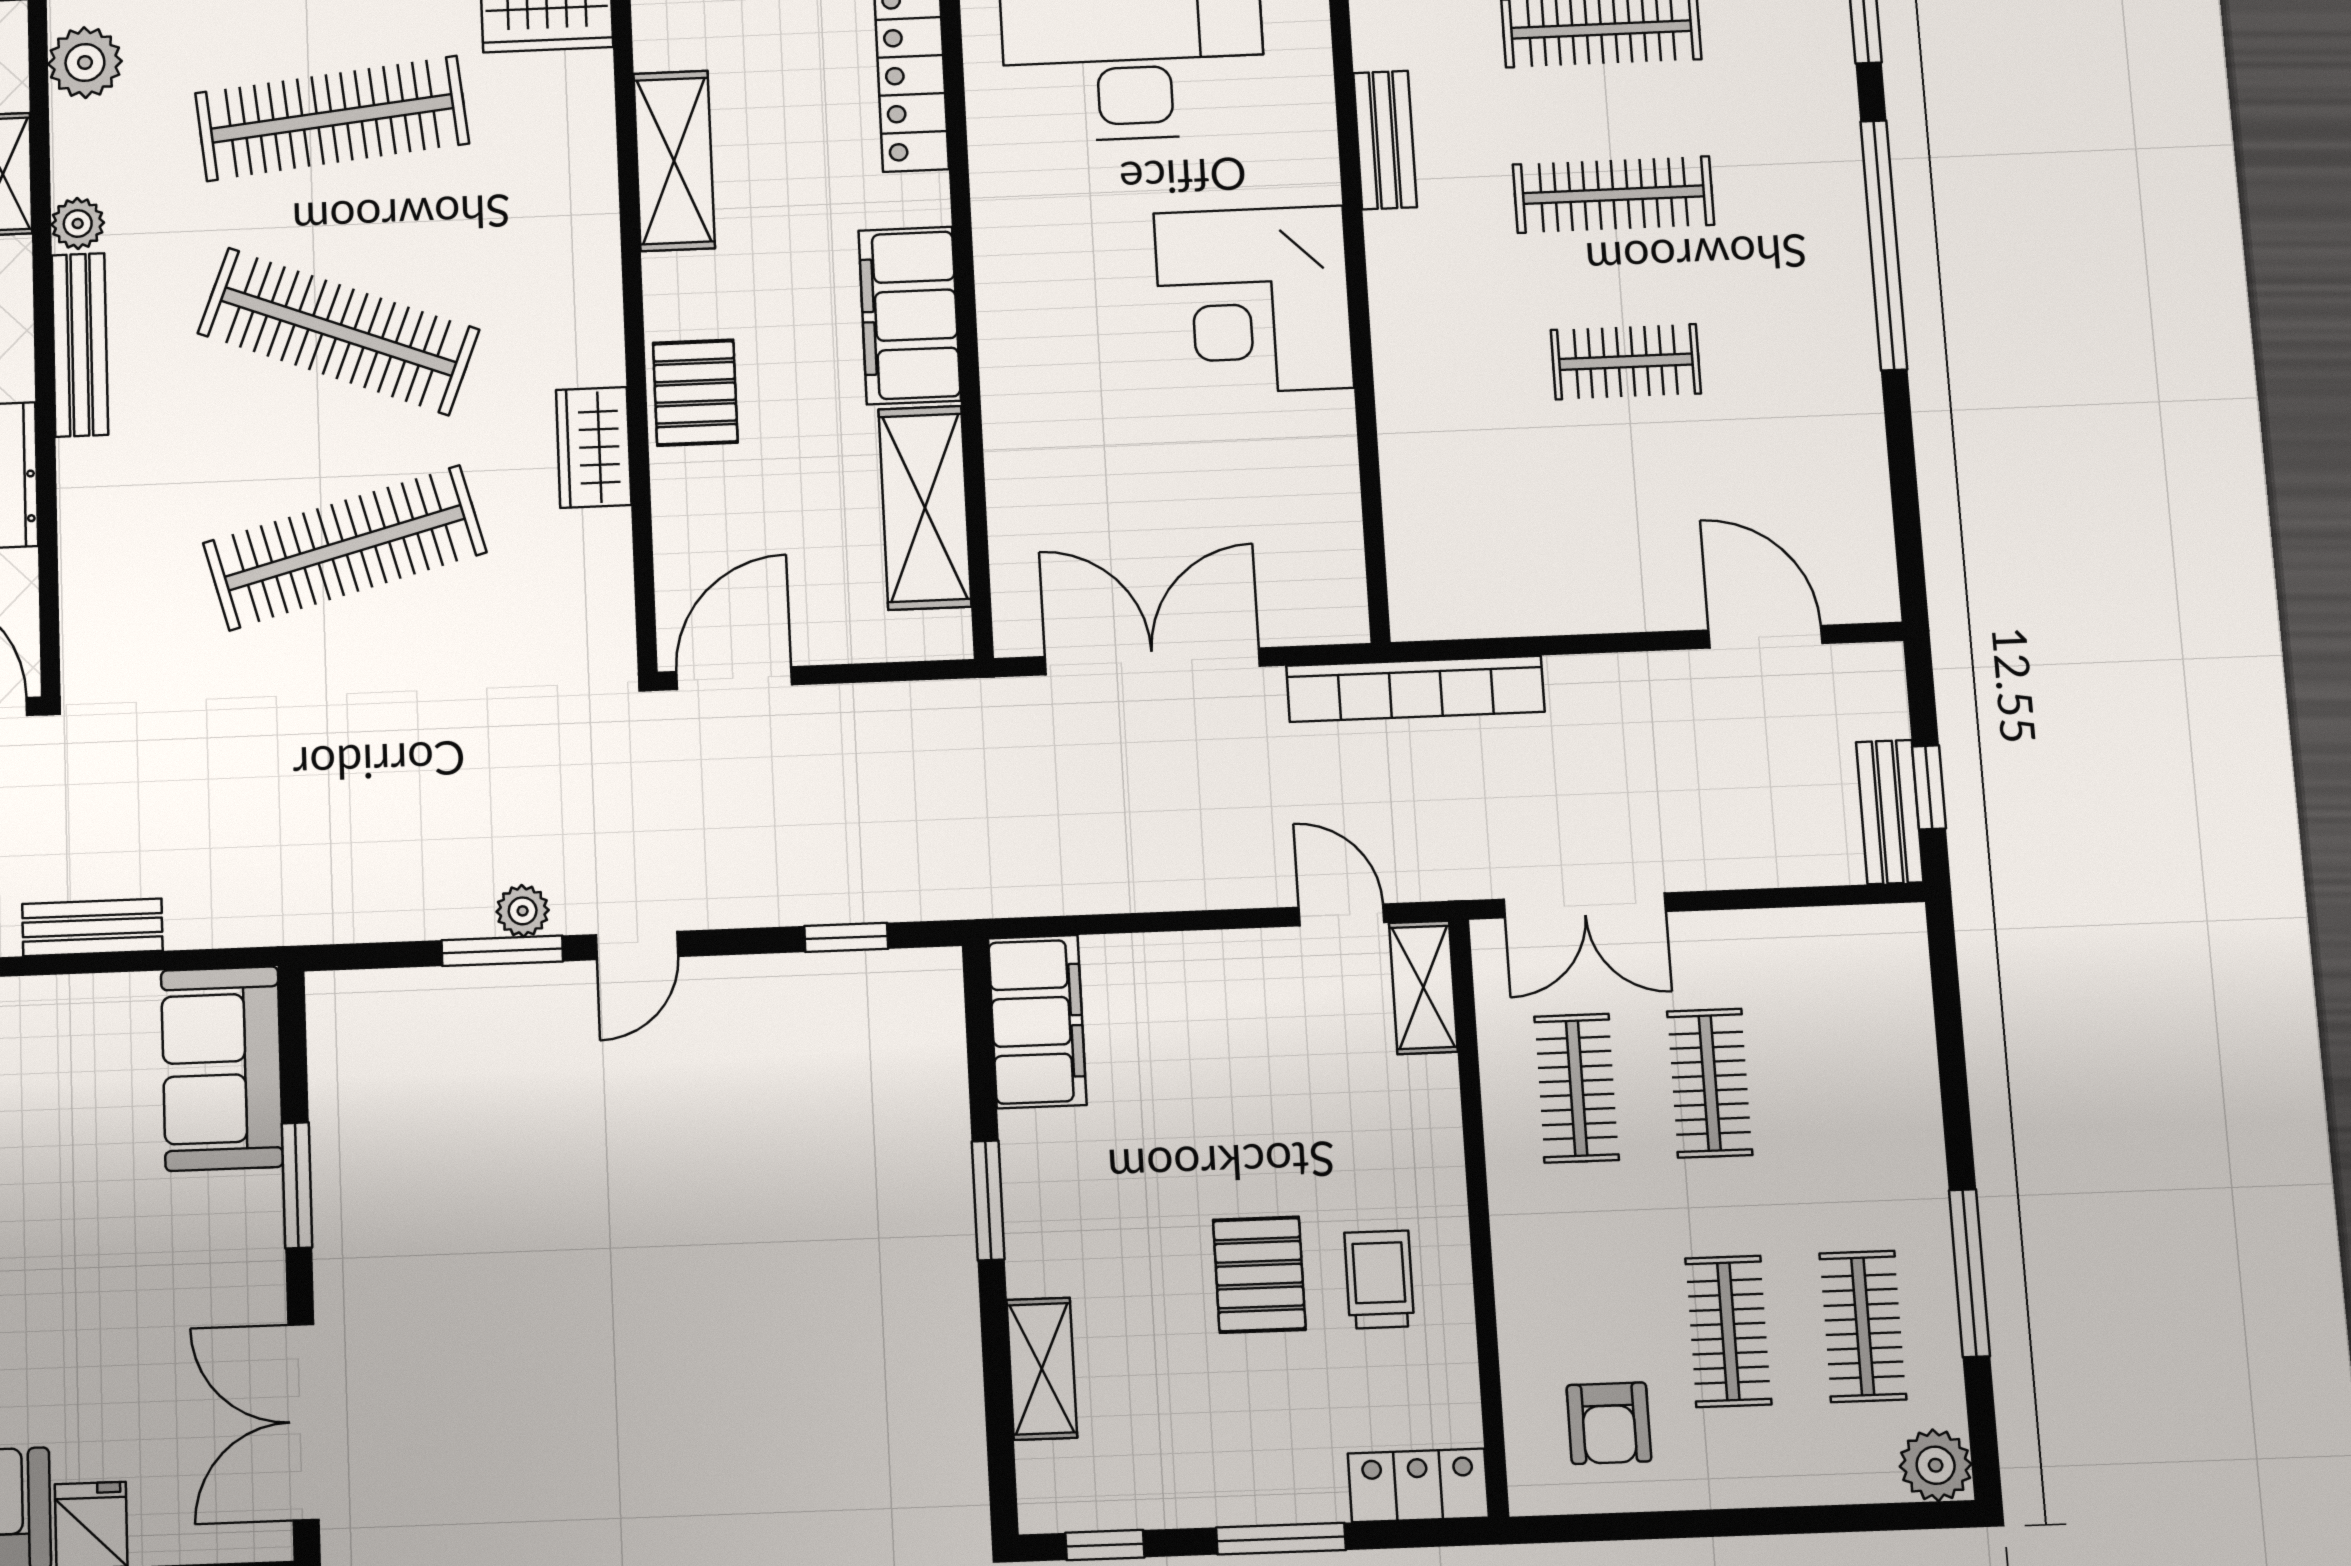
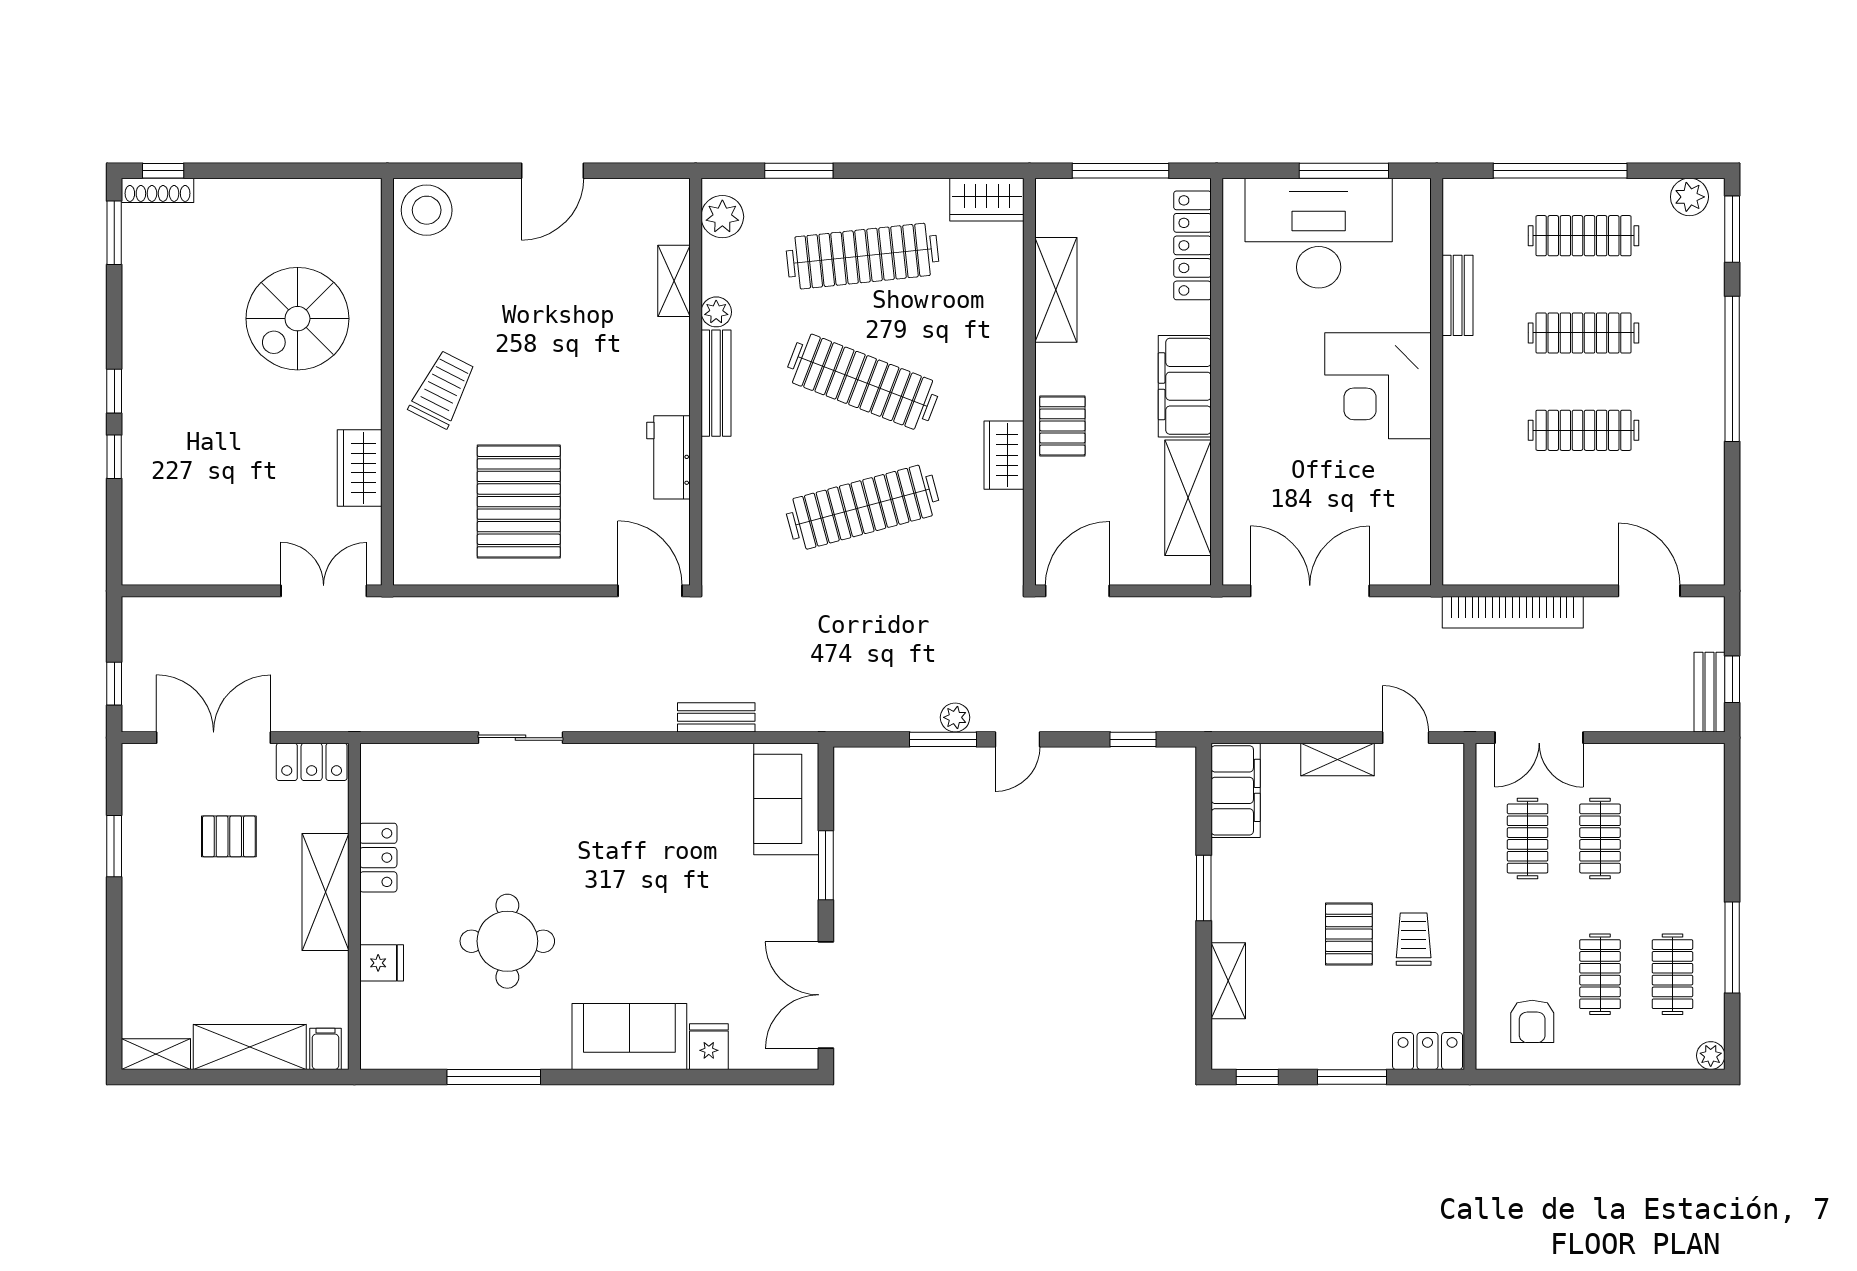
clothes rail: (1626, 362) -> (1583, 430), width x1.36
bookcase: (1415, 689) -> (1513, 612), moved
shelving: (1423, 987) -> (1337, 759), moved, turned 90
plant: (1936, 1465) -> (1711, 1056), width x0.73, depth x0.73

